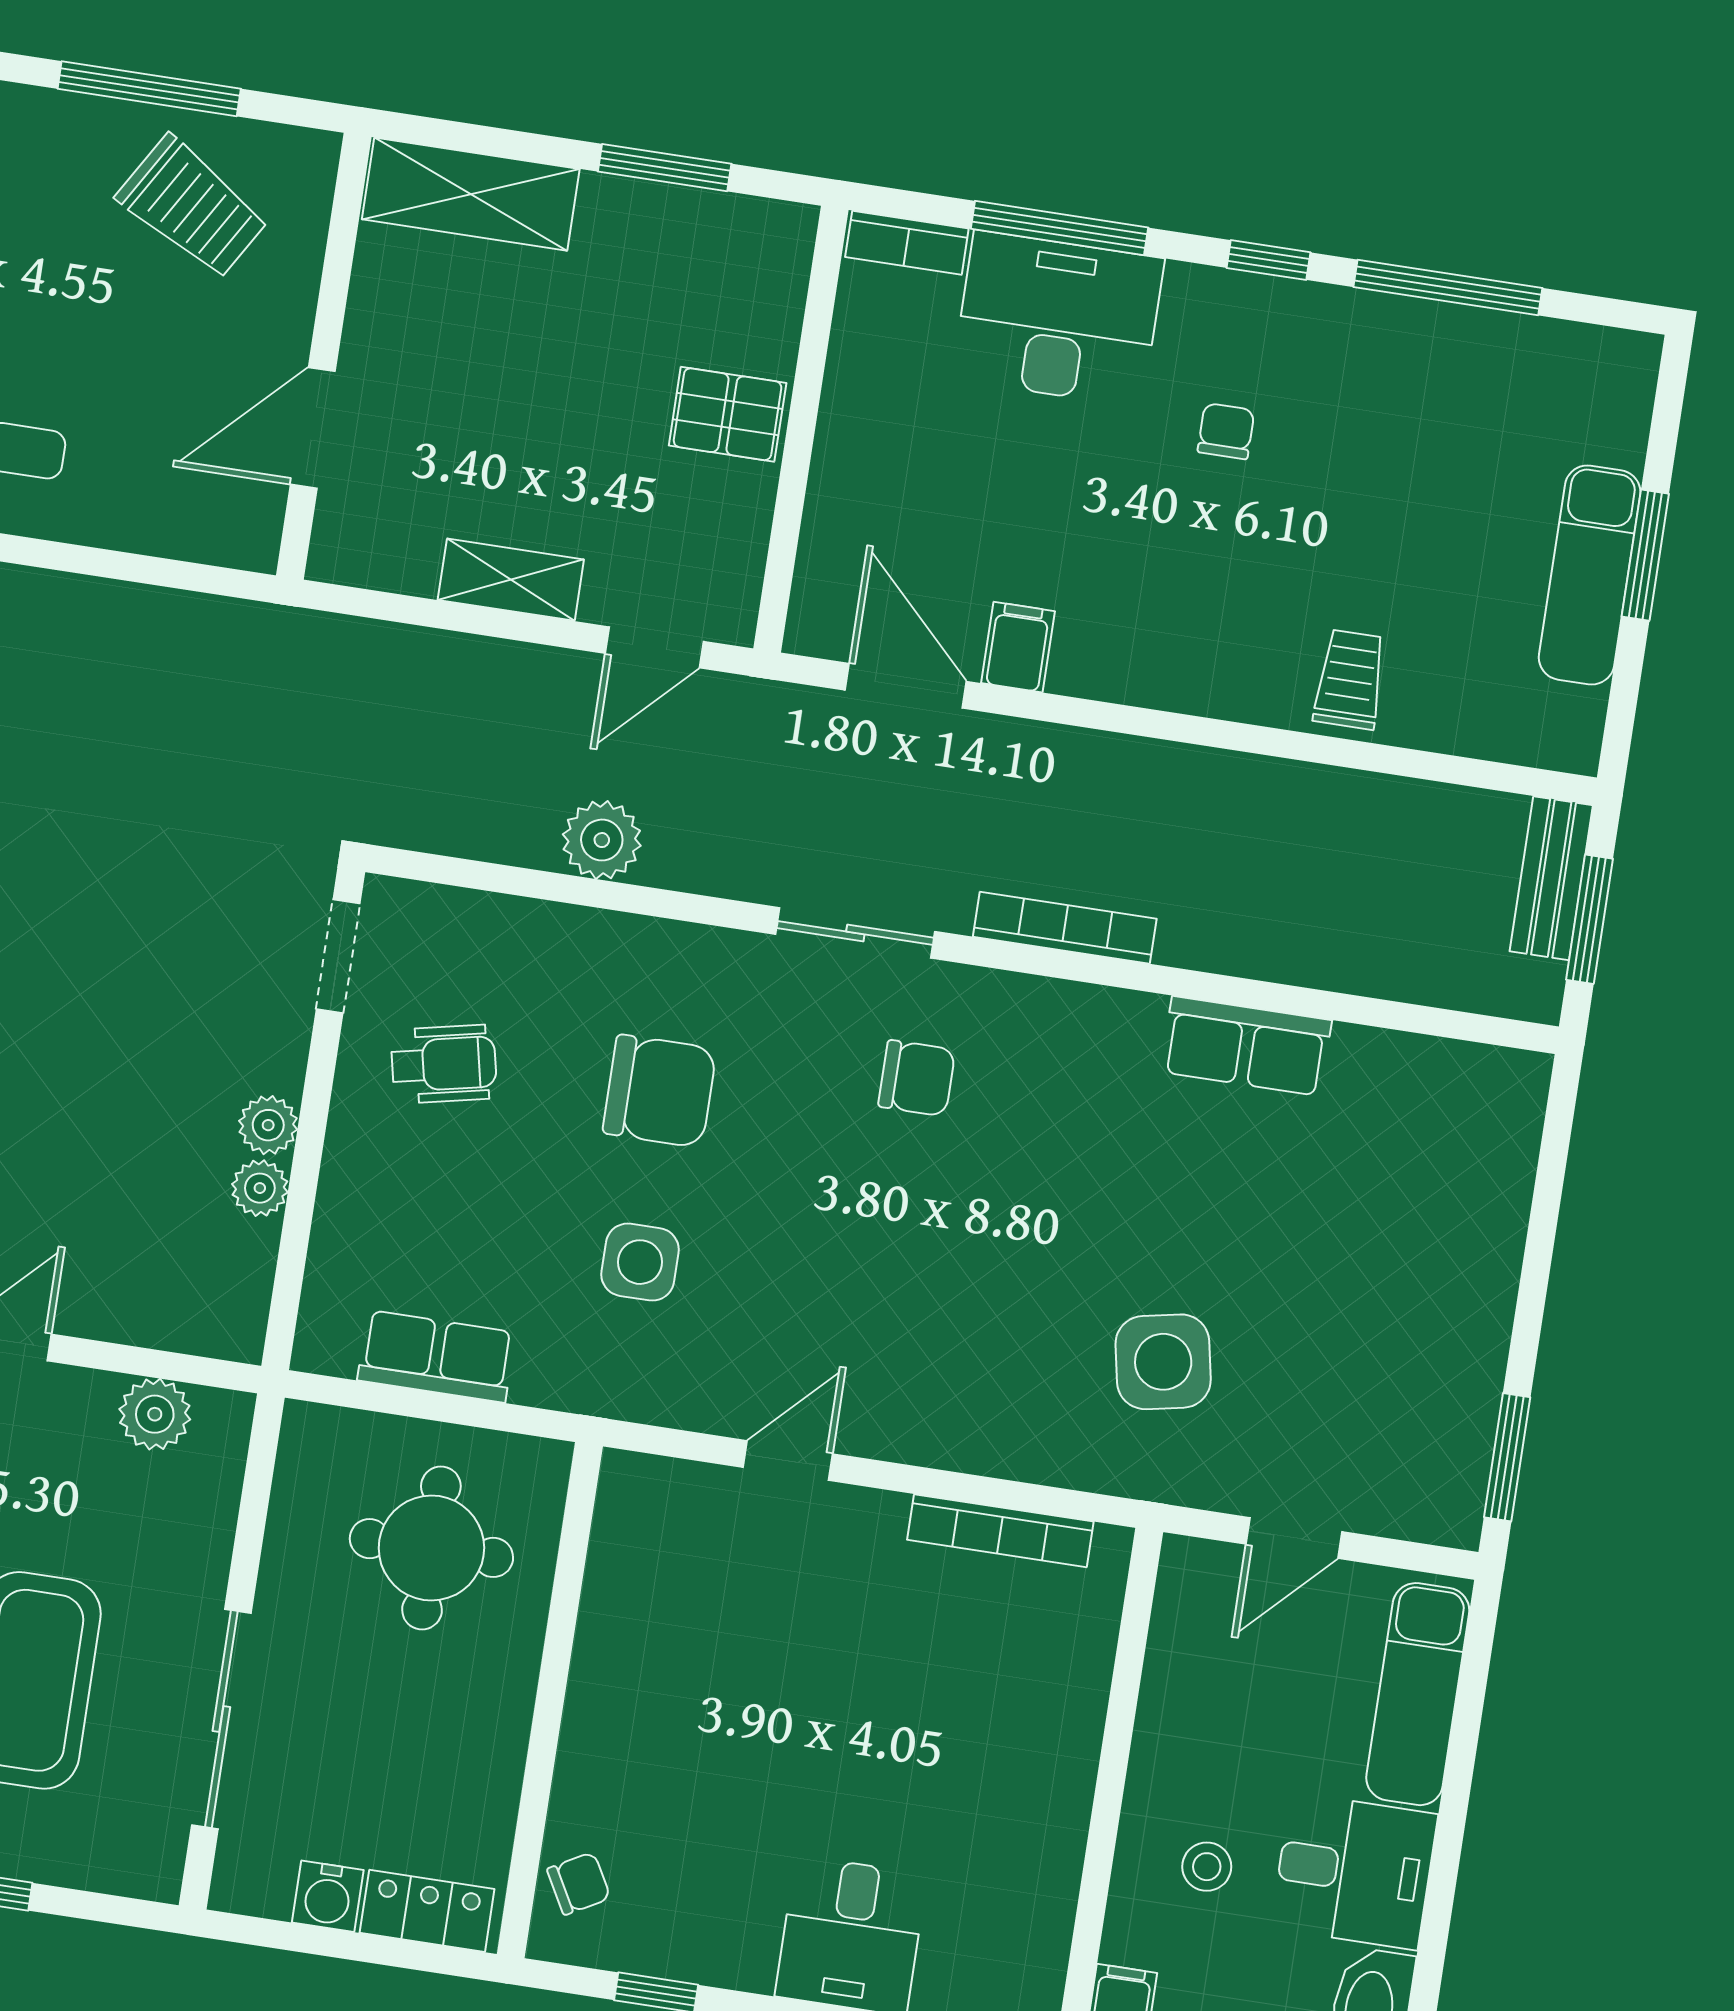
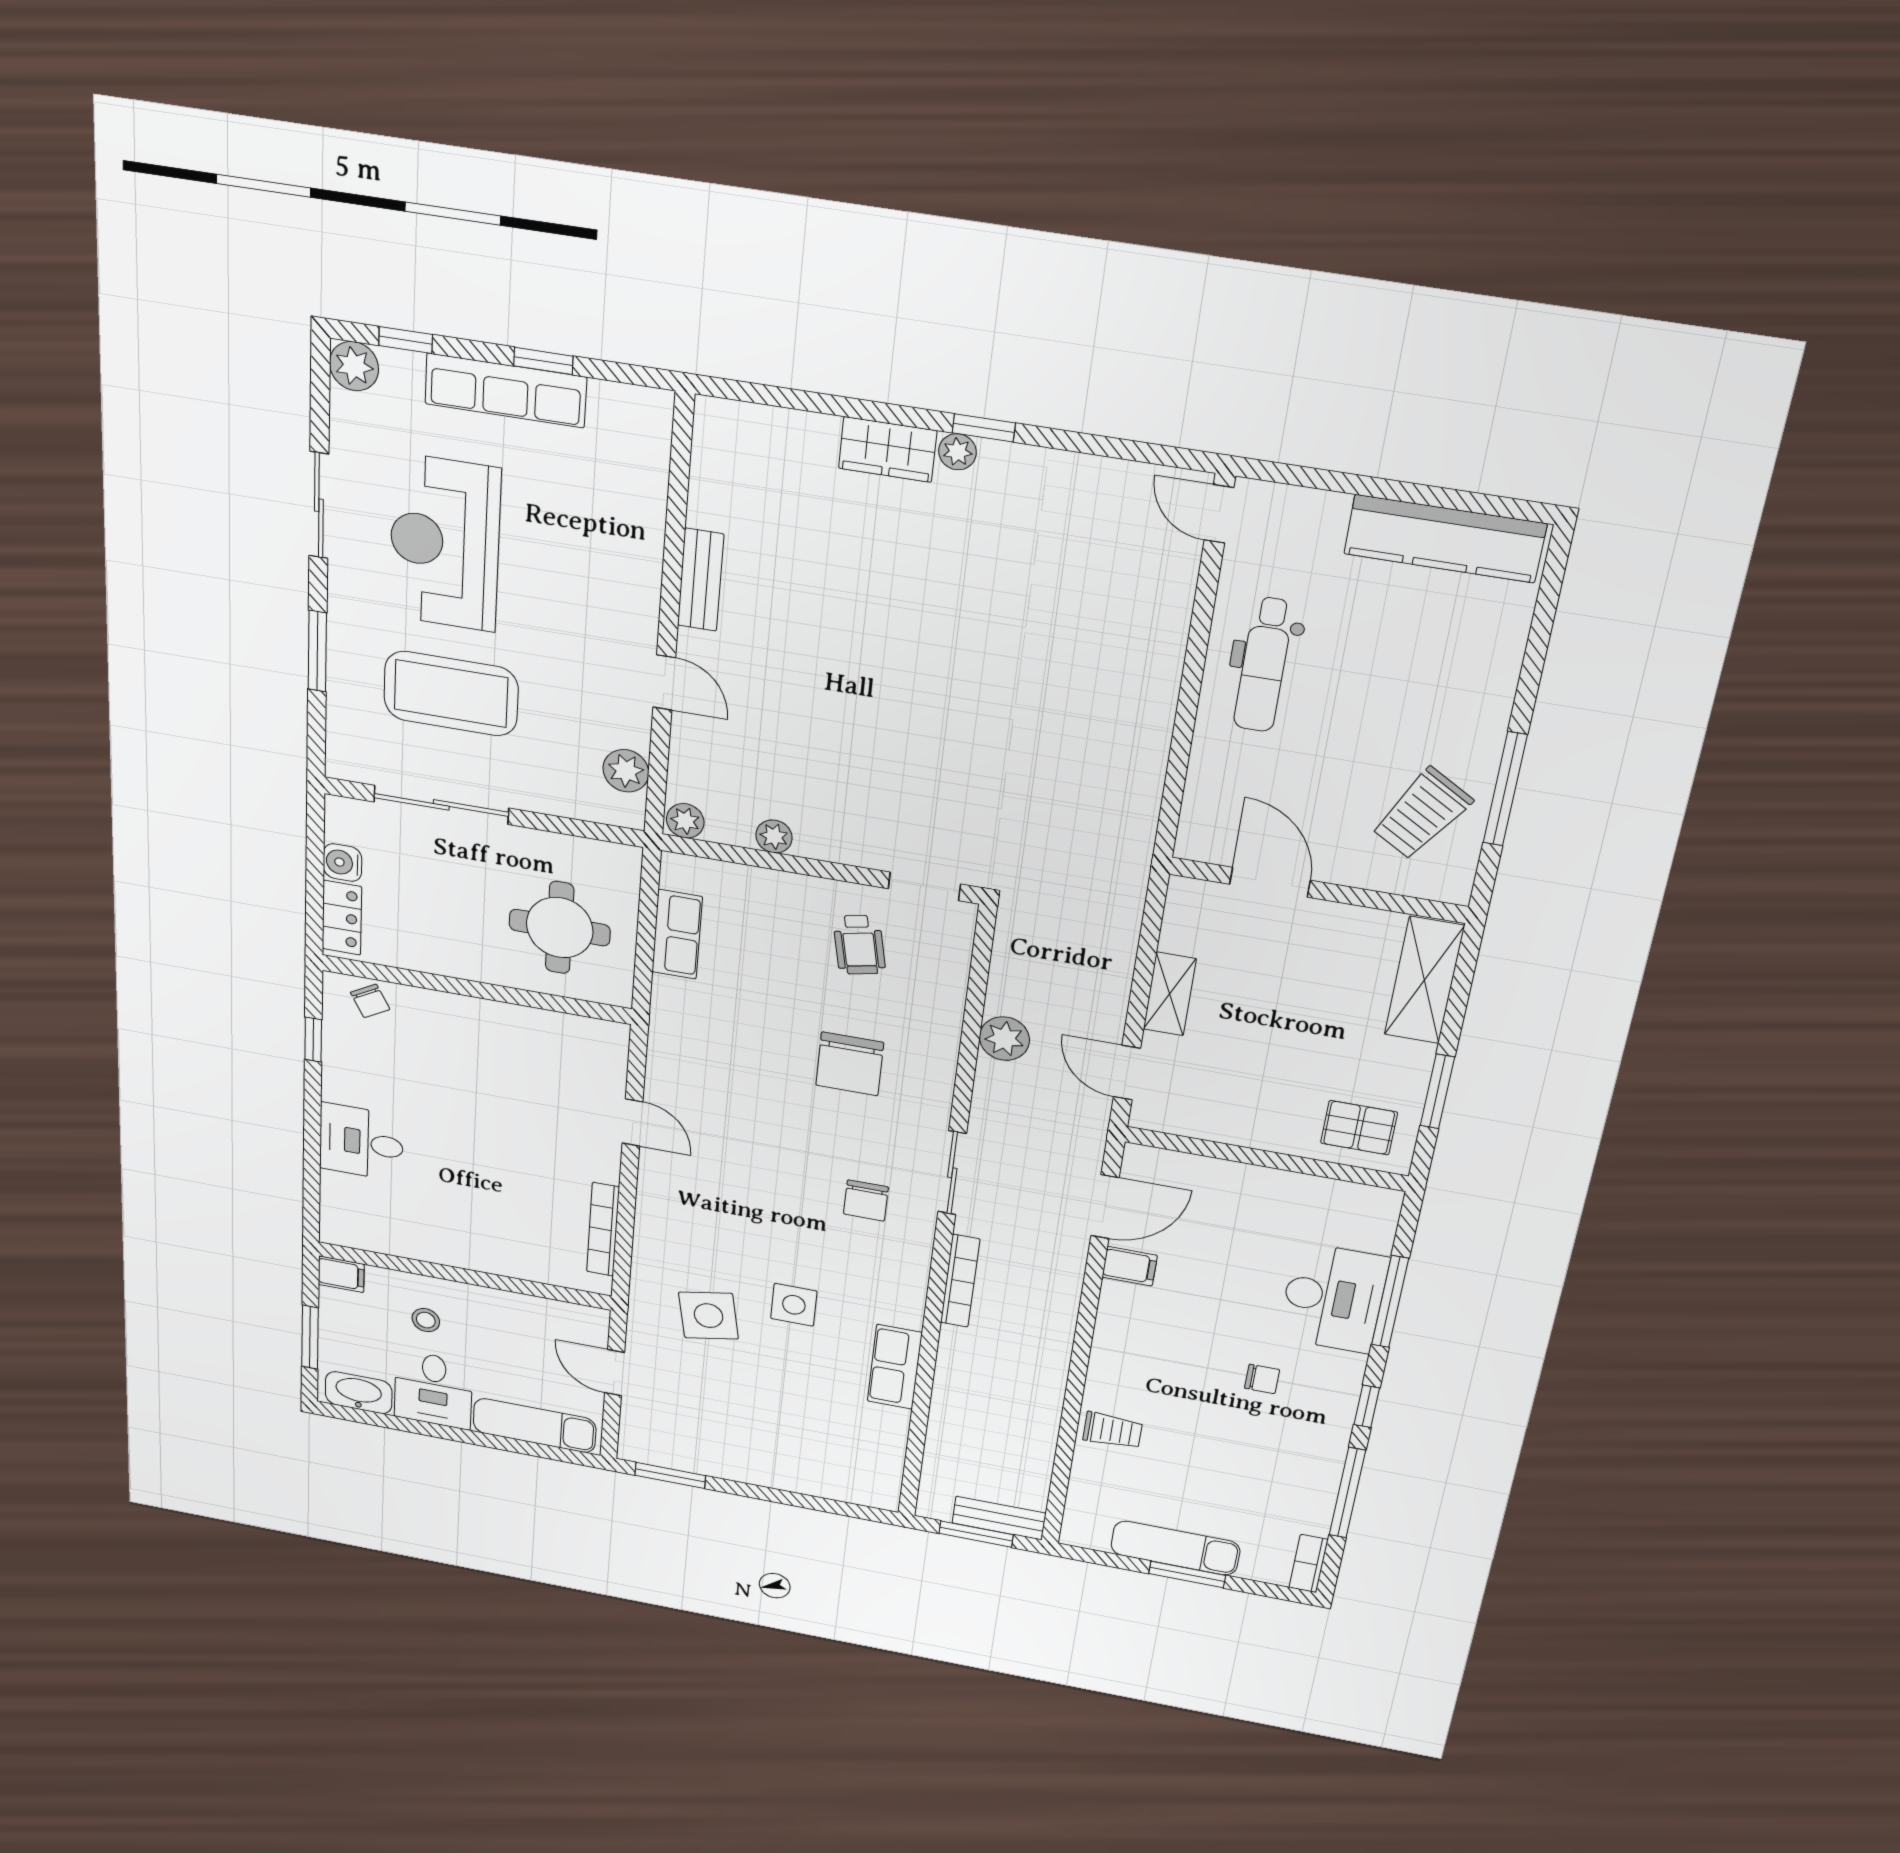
bookcase: (907, 243) -> (1308, 1564), moved
pallet: (728, 414) -> (1359, 1128), moved, turned 90
plant: (268, 1125) -> (685, 821), moved
side table: (640, 1262) -> (794, 1305), moved

